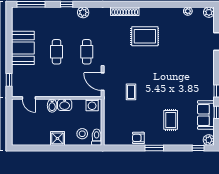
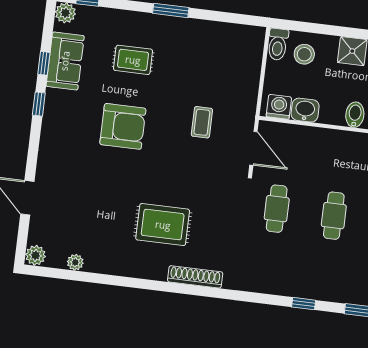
plant: (83, 12) -> (274, 284), removed
washbasin: (65, 105) -> (305, 110), moved
rug: (171, 120) -> (133, 60), turned 90
armchair: (138, 138) -> (123, 126), moved, width x1.88, depth x1.88

